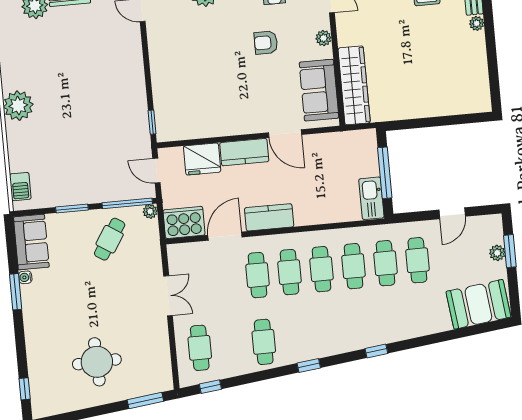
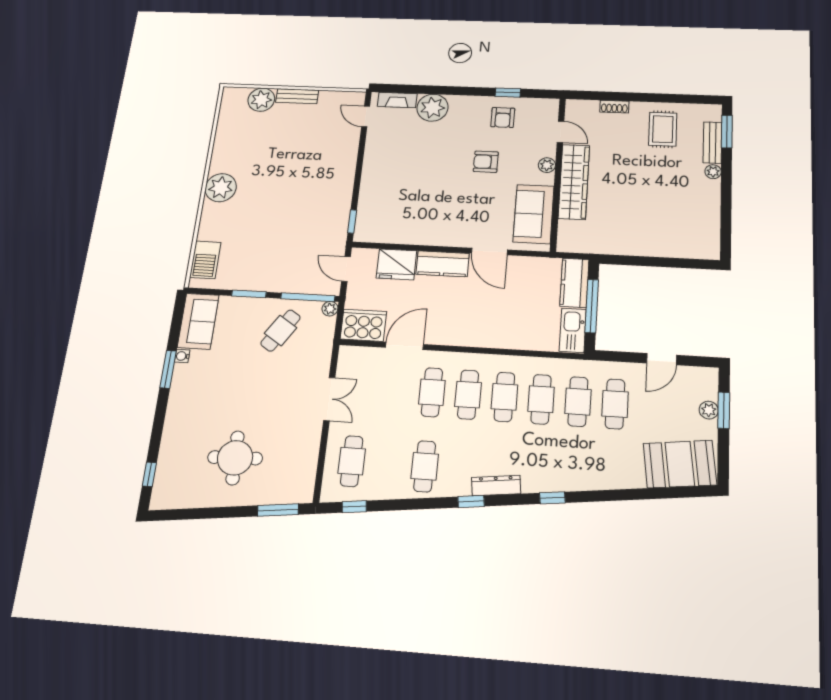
wardrobe: (354, 85) -> (574, 182), moved
barbecue: (20, 187) -> (205, 260), width x1.38, depth x1.27
kitchen counter: (269, 217) -> (574, 283), moved, turned -90
dresser: (327, 348) -> (496, 486), added

